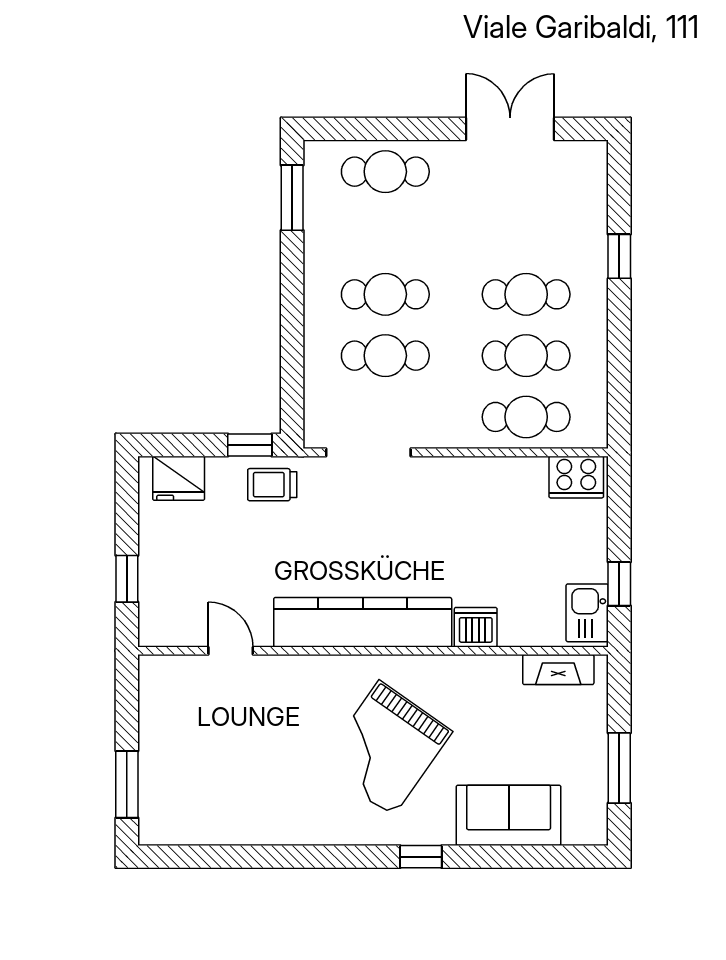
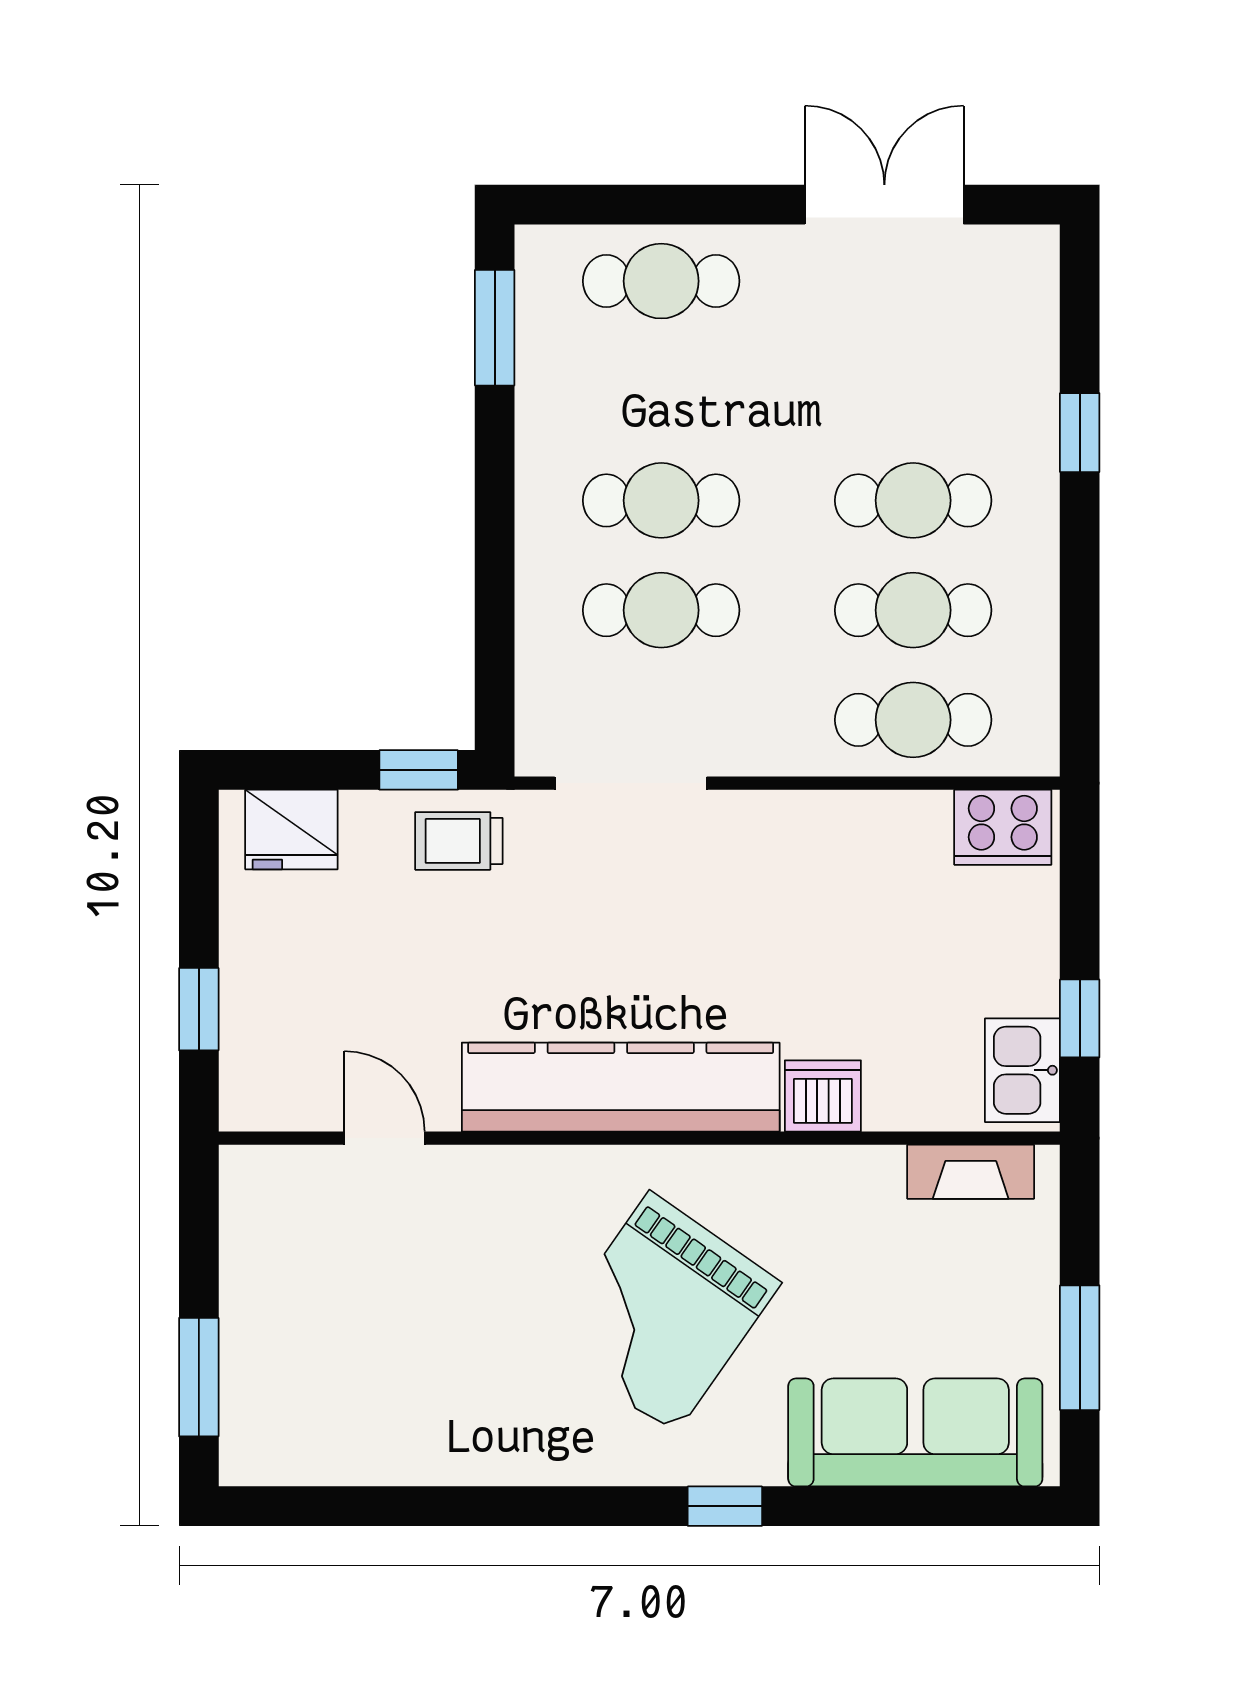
sofa: (509, 815) -> (915, 1432), width x1.36

